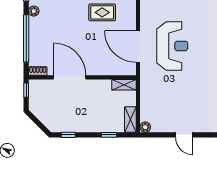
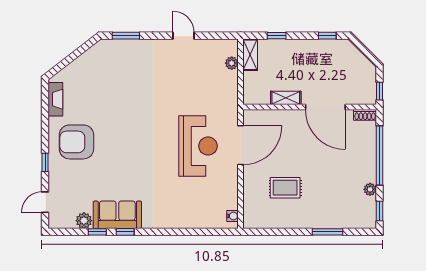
reception desk: (172, 46) -> (198, 146), turned 180
door: (138, 47) -> (241, 145), hinge flipped
shelving: (124, 85) -> (286, 98), moved
plant: (145, 127) -> (232, 63), moved

